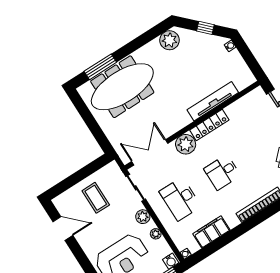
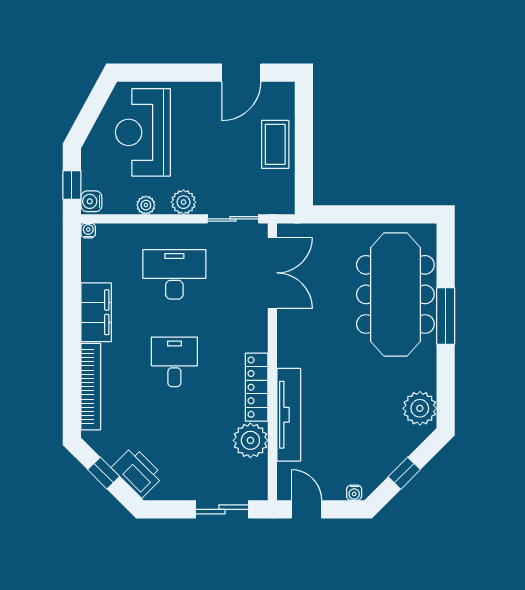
door: (253, 64) -> (306, 509), added
window: (100, 67) -> (446, 316), moved
plant: (186, 144) -> (250, 440), moved
coffee table: (96, 198) -> (275, 144), moved, turned 90
filing cabinet: (211, 232) -> (96, 312), moved

